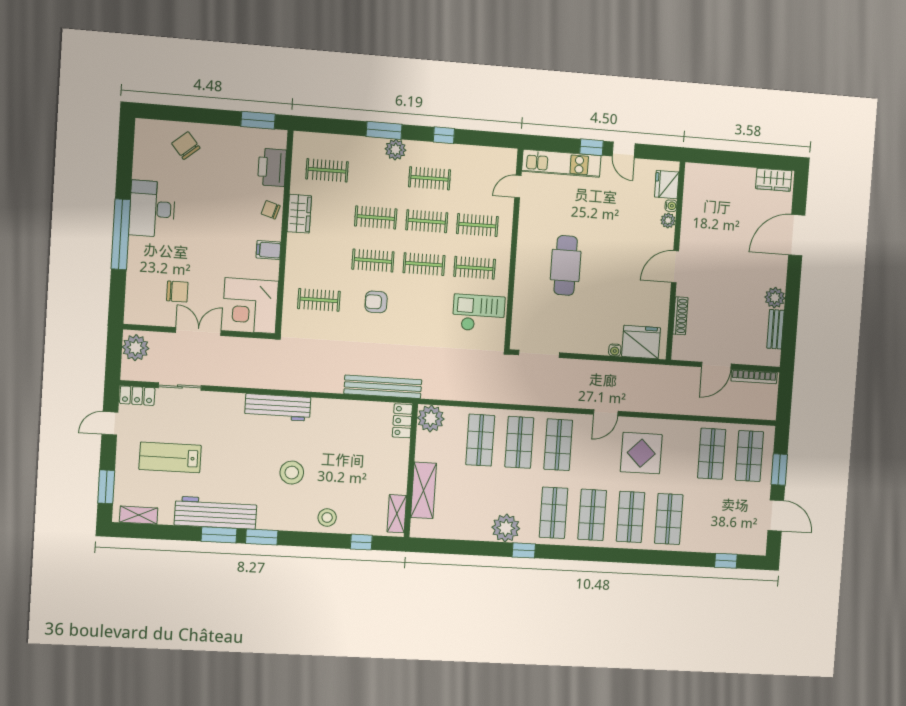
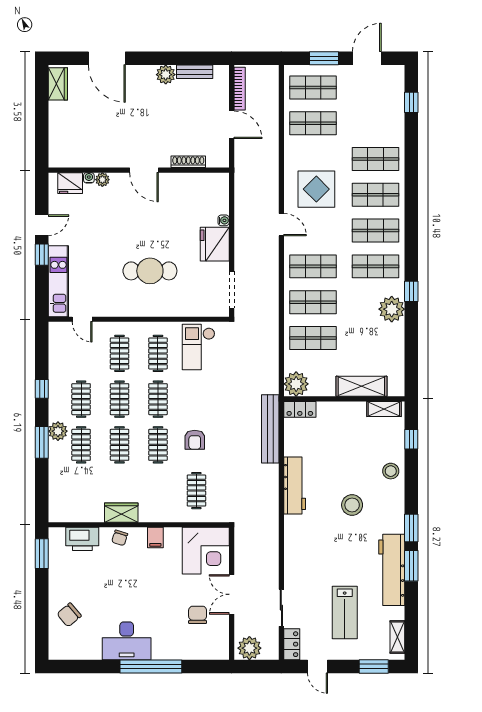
clothes rail: (327, 170) -> (81, 445), moved
fridge: (641, 342) -> (215, 244), moved
workbench: (278, 407) -> (295, 486), moved

